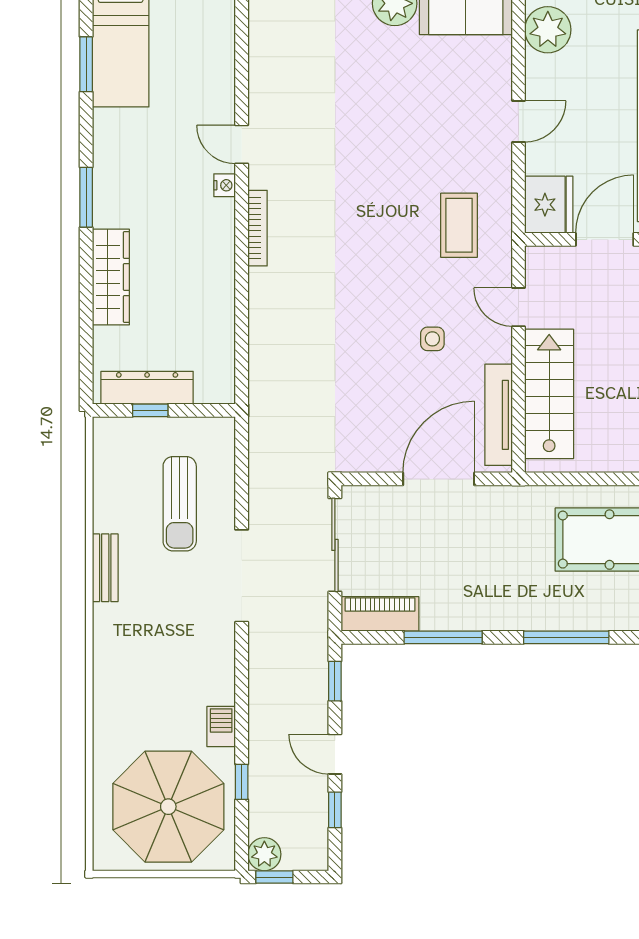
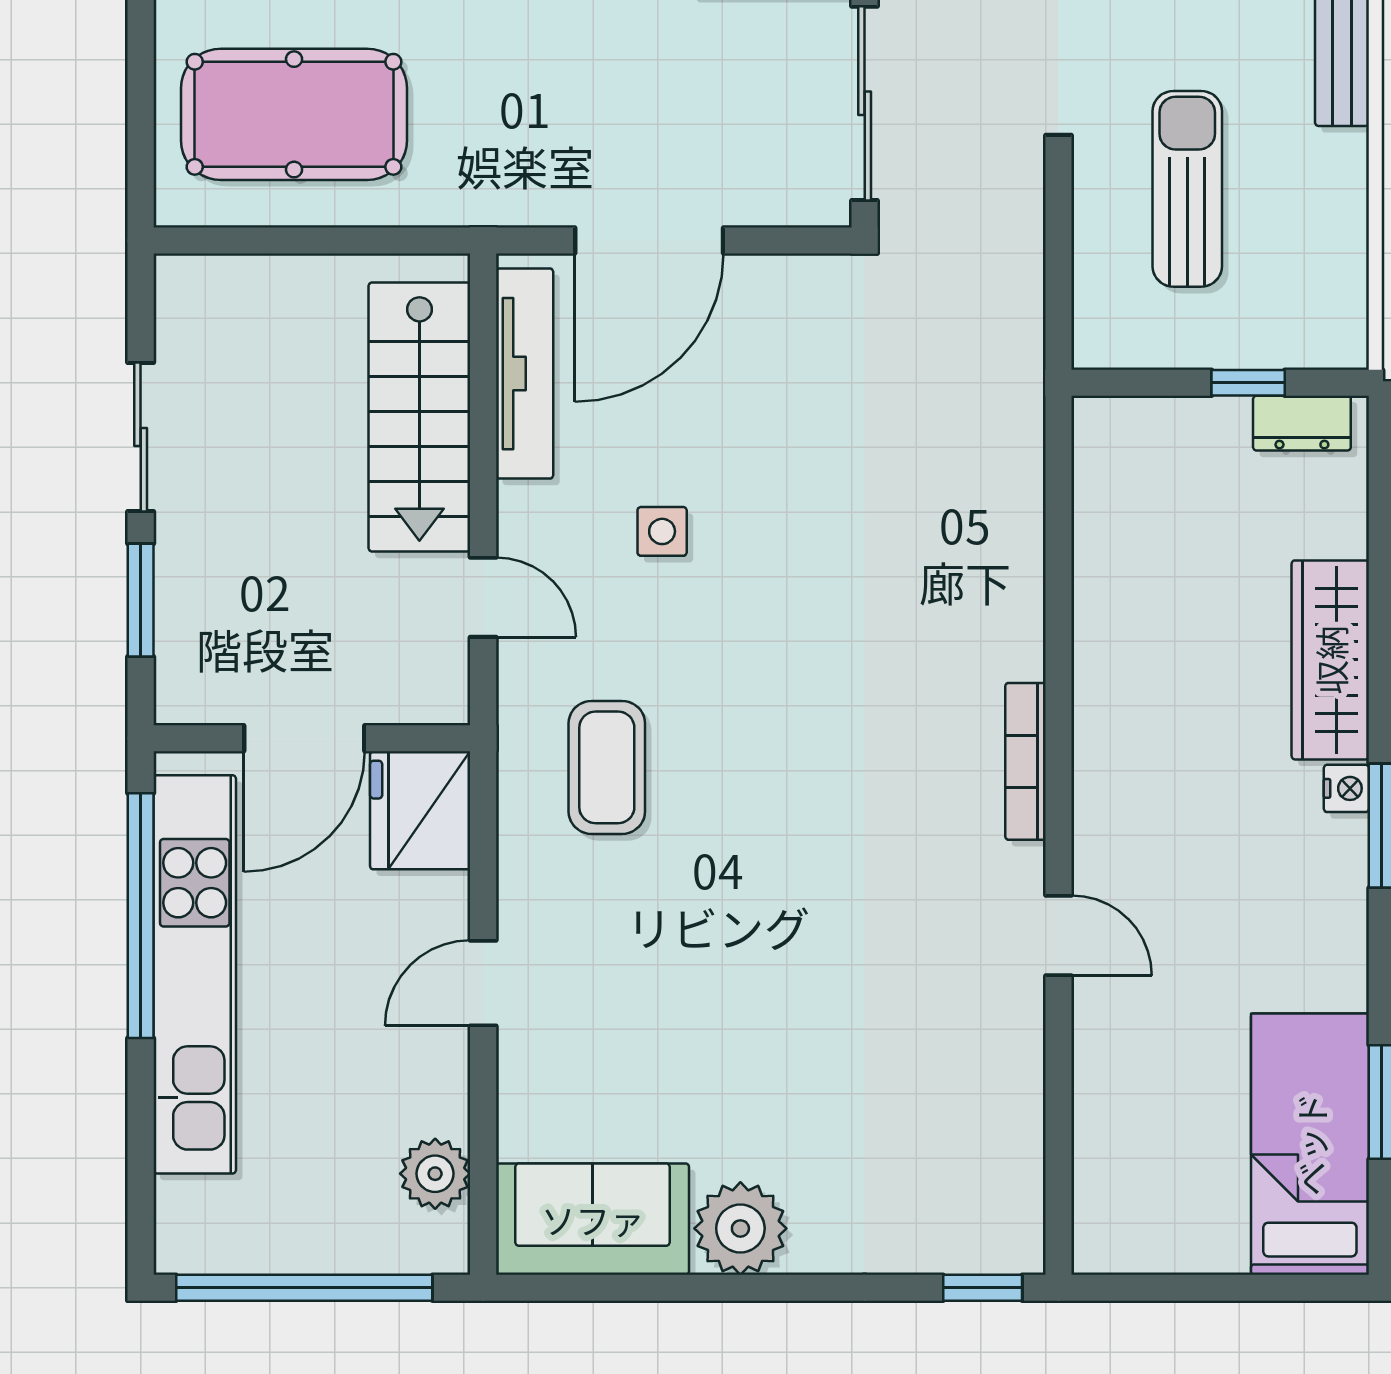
plant: (548, 30) -> (435, 1174), width x0.73, depth x0.73
nightstand: (225, 185) -> (1346, 788), moved, turned 180
dresser: (147, 388) -> (1302, 423), width x0.51, depth x0.80

